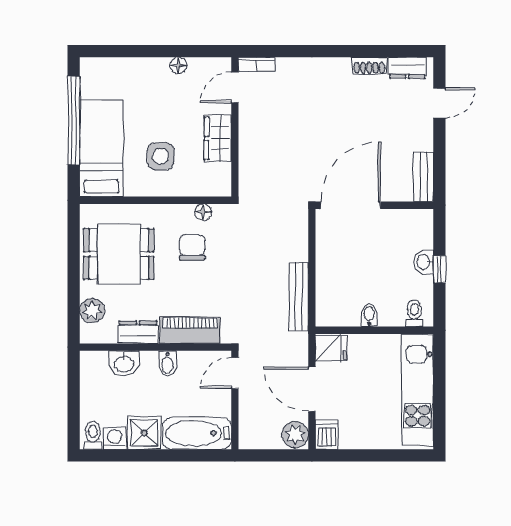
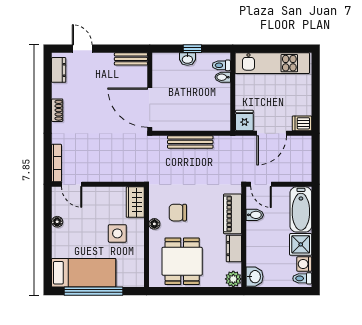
bookcase: (257, 64) -> (56, 163), width x1.56
shoe rack: (369, 66) -> (57, 110), moved
wardrobe: (218, 138) -> (135, 202), moved, turned 90
bed: (101, 148) -> (84, 273), moved, turned 180
floor lamp: (203, 212) -> (154, 224), moved
bench: (299, 297) -> (190, 142), moved
plant: (92, 311) -> (233, 279), moved
bidet: (369, 315) -> (223, 77), moved
washbasin: (124, 363) -> (255, 277), moved
bidet: (168, 364) -> (255, 215), moved
plant: (295, 434) -> (302, 144), removed

